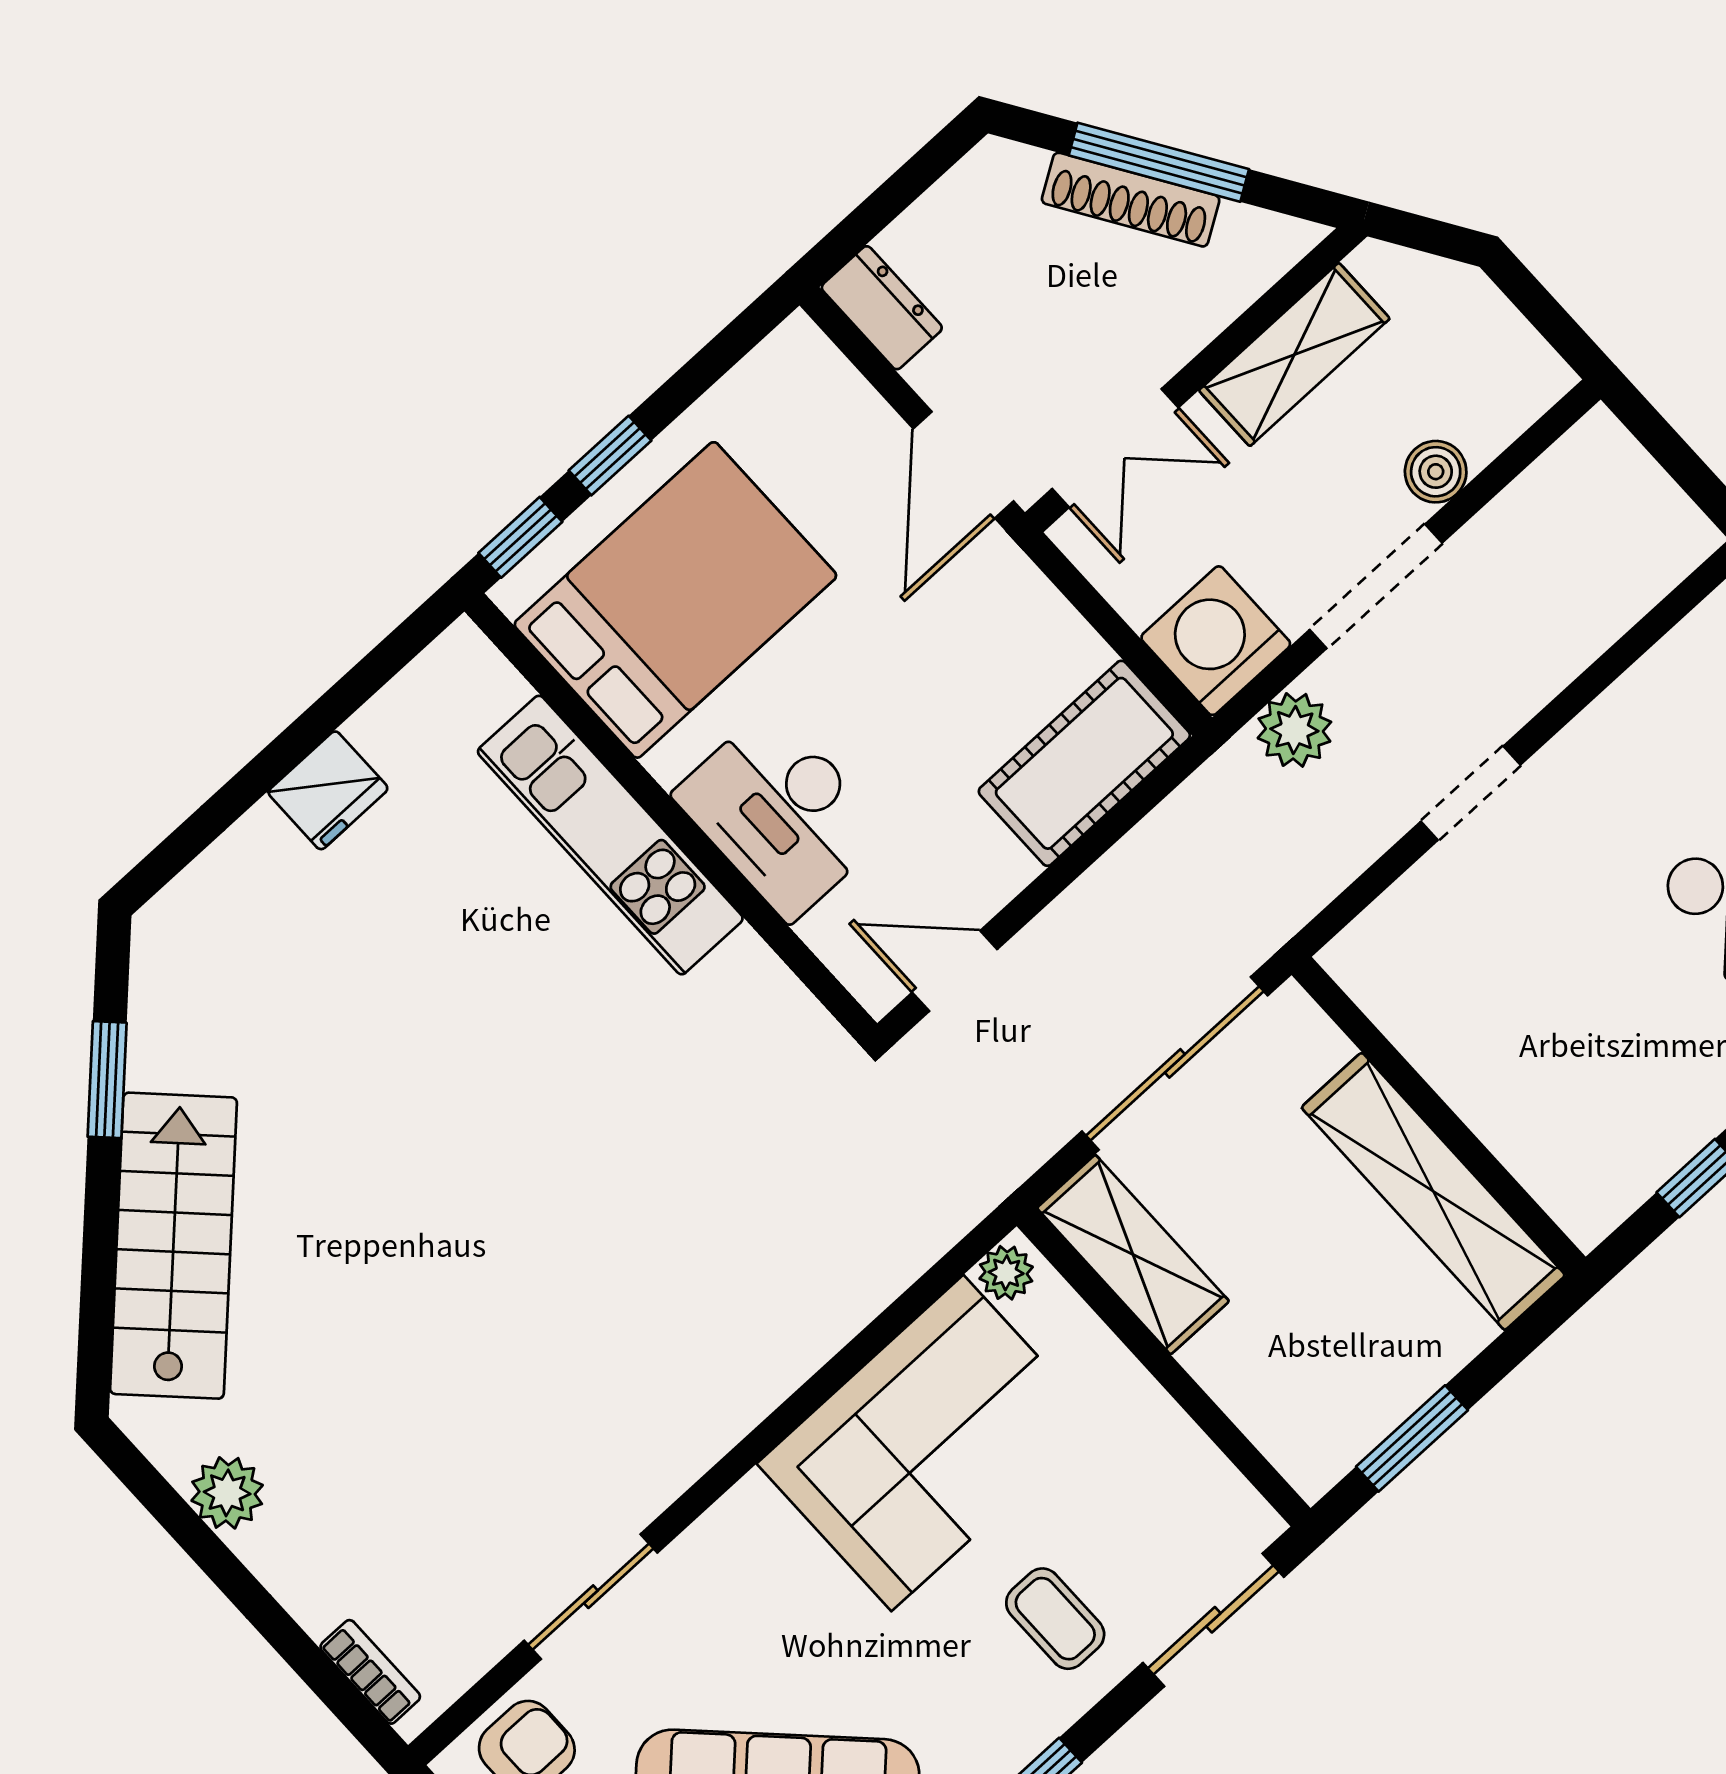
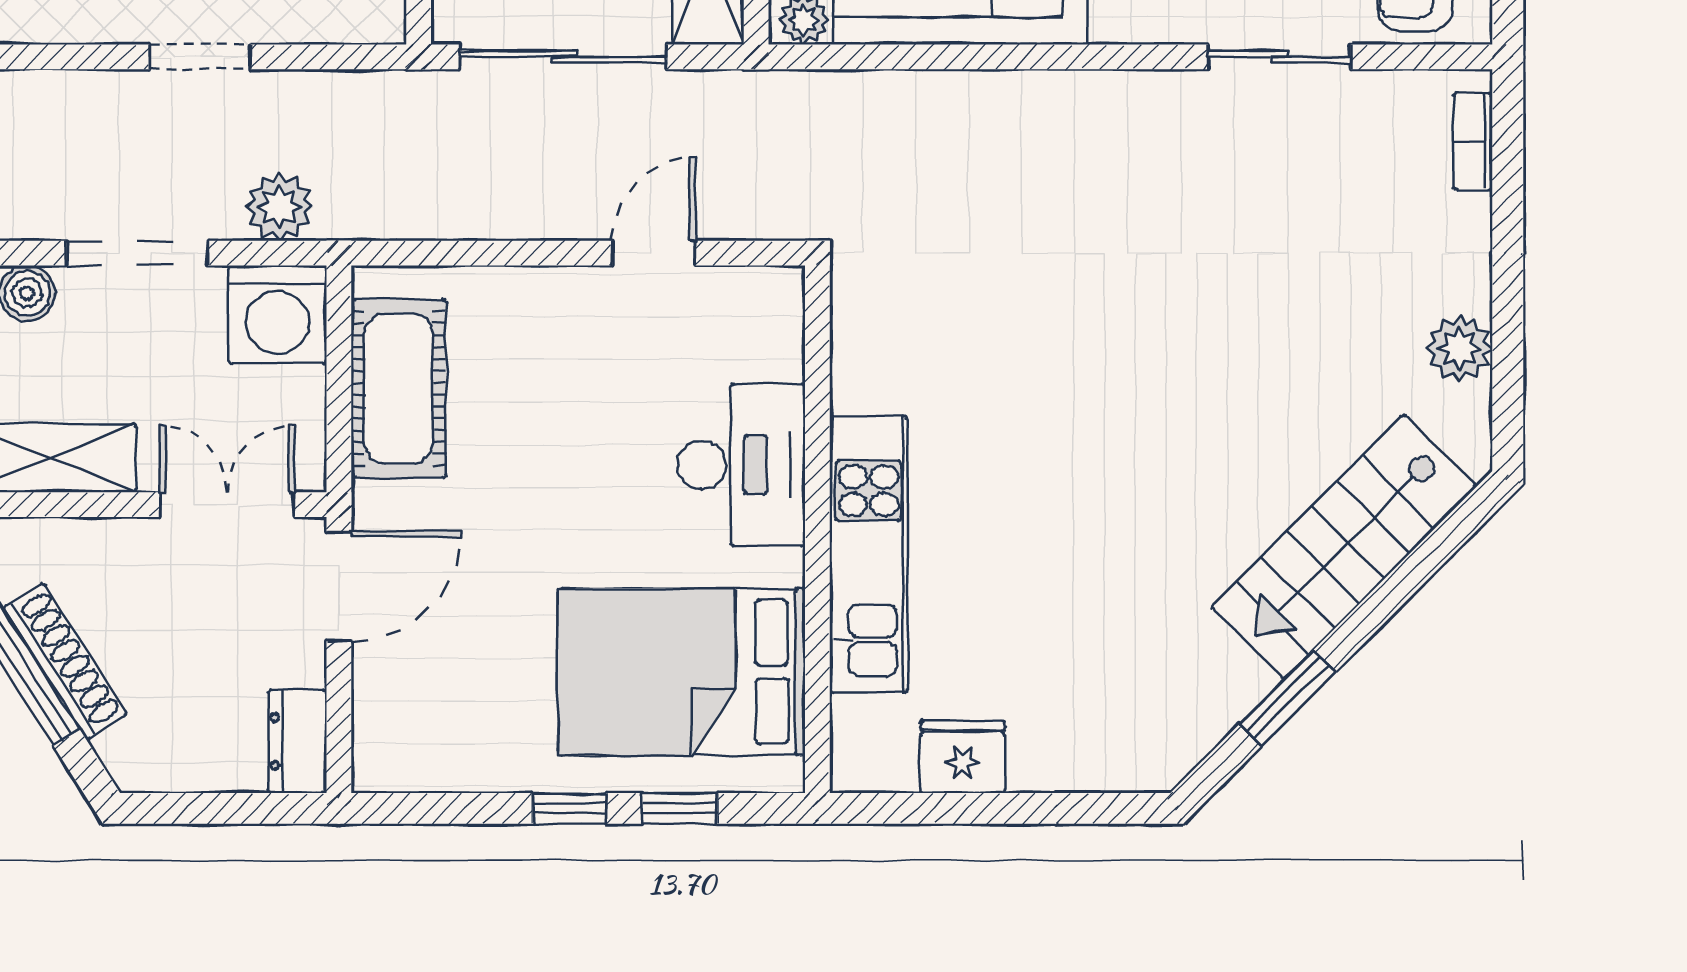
bed: (675, 600) -> (682, 672), moved
cot: (1084, 763) -> (399, 388), moved, turned 90
desk: (781, 813) -> (741, 465), moved
wall: (671, 817) -> (817, 529), moved
kitchen unit: (610, 835) -> (869, 554), moved
door: (955, 971) -> (654, 253), swing flipped

